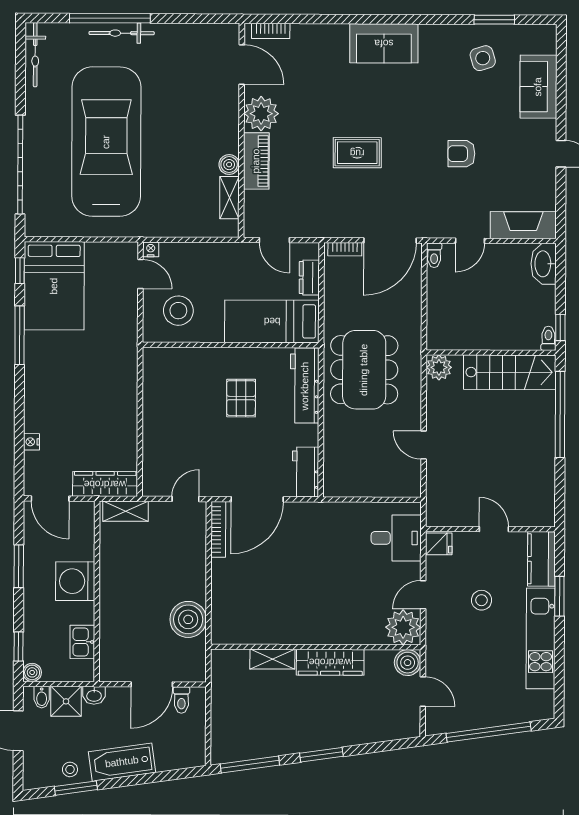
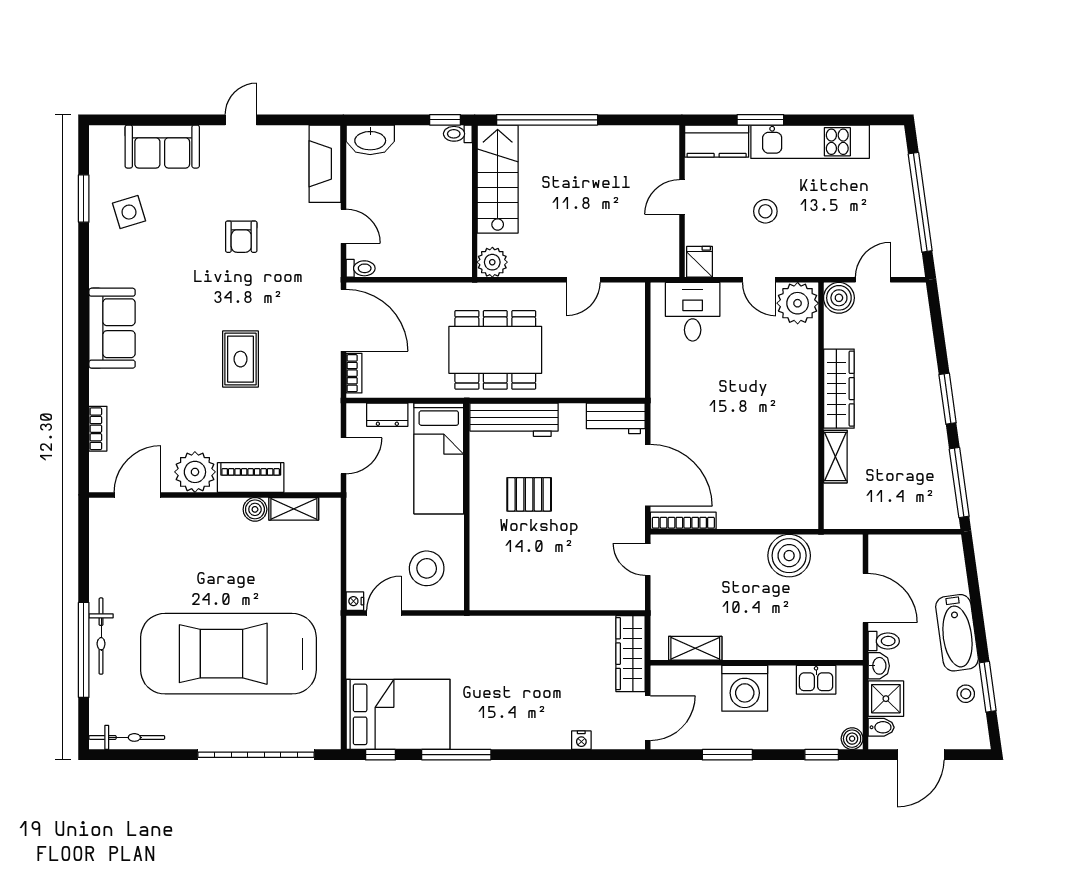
bookcase: (271, 31) -> (98, 429), moved
shelving: (126, 511) -> (695, 648), moved, turned 90
toilet: (181, 700) -> (884, 641), moved

